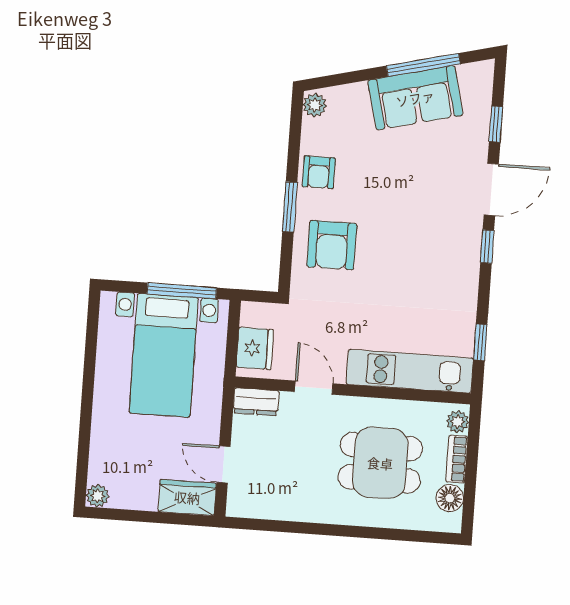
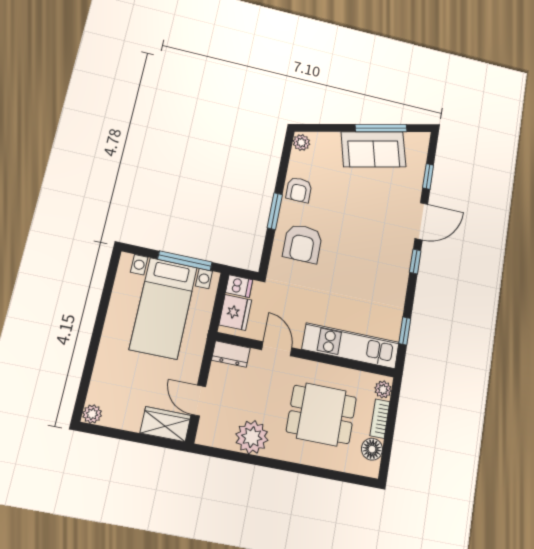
dishwasher: (255, 314) -> (239, 286), added
plant: (295, 501) -> (252, 437), added

